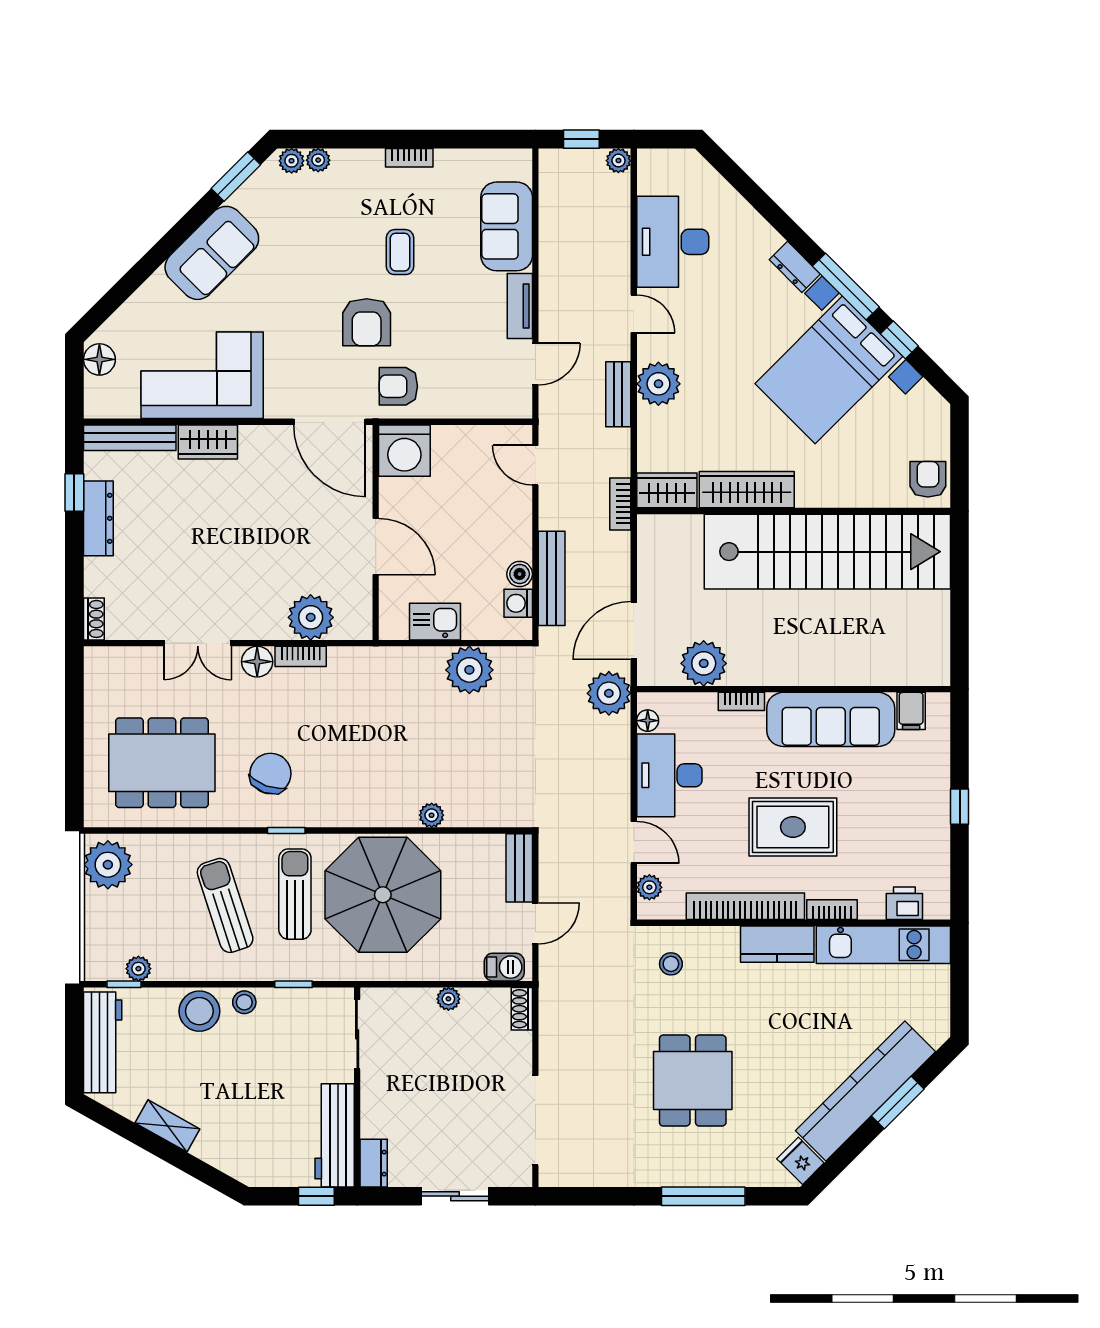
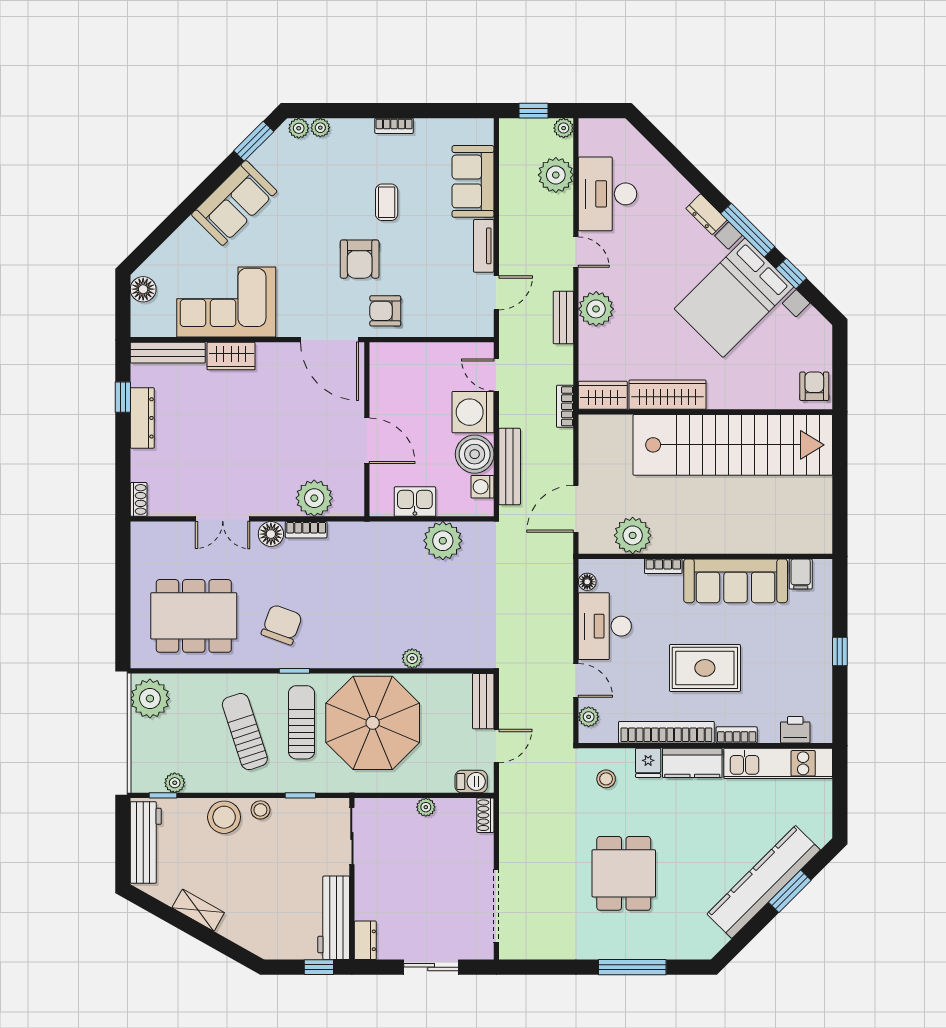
washing machine: (404, 451) -> (473, 412), moved, turned 90
boiler: (520, 574) -> (475, 454), width x1.86, depth x1.86
plant: (609, 693) -> (556, 175), moved
fridge: (800, 1161) -> (648, 763), moved, turned -135

